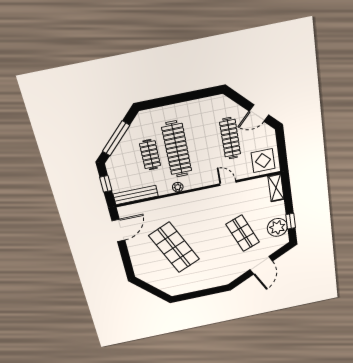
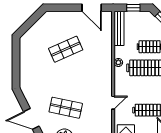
shop shelf: (243, 233) -> (66, 108), turned 33
shop shelf: (174, 248) -> (66, 49), width x0.70, depth x0.74

